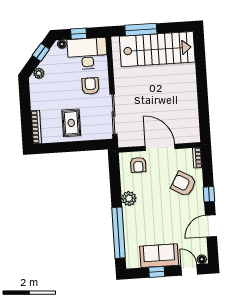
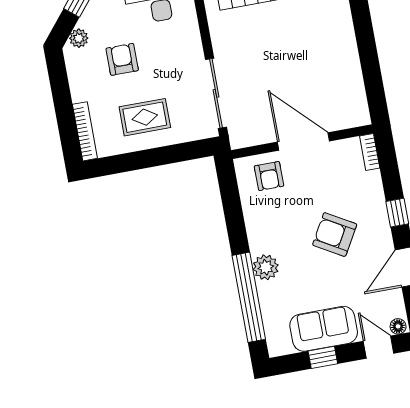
armchair: (90, 86) -> (122, 59), moved
rug: (71, 123) -> (145, 117), turned 90
armchair: (184, 184) -> (335, 235), moved
plant: (129, 198) -> (266, 267), moved

